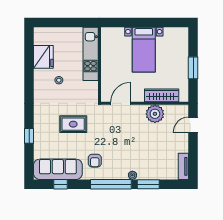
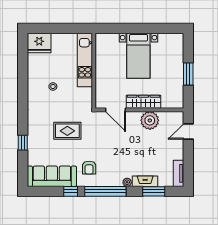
fridge: (43, 57) -> (39, 43), moved, turned 90
wardrobe: (162, 95) -> (143, 102), moved
door: (121, 103) -> (115, 110), swing flipped
fireplace: (150, 174) -> (145, 181), added
window: (60, 184) -> (71, 191), moved
window: (148, 184) -> (154, 191), moved

